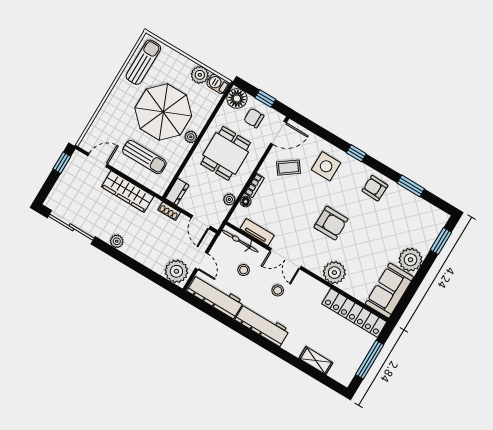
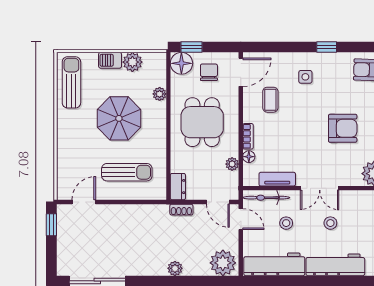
barbecue: (218, 84) -> (110, 60), moved
window: (265, 99) -> (192, 47), moved
parasol: (163, 112) -> (119, 118), width x0.73, depth x0.73
chair: (254, 118) -> (209, 72), turned 90
plant: (191, 137) -> (160, 94), moved
side table: (326, 166) -> (305, 77), width x0.54, depth x0.54
coffee table: (289, 168) -> (270, 100), turned -54
wardrobe: (128, 192) -> (130, 215), removed
plant: (117, 241) -> (175, 268), moved
door: (202, 261) -> (241, 219), moved

